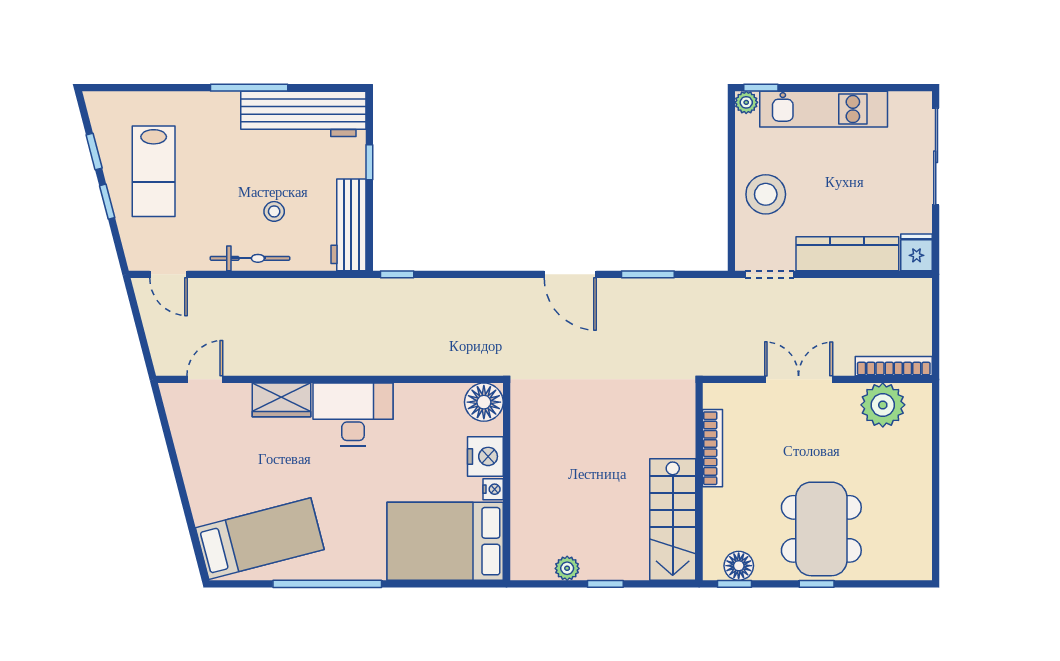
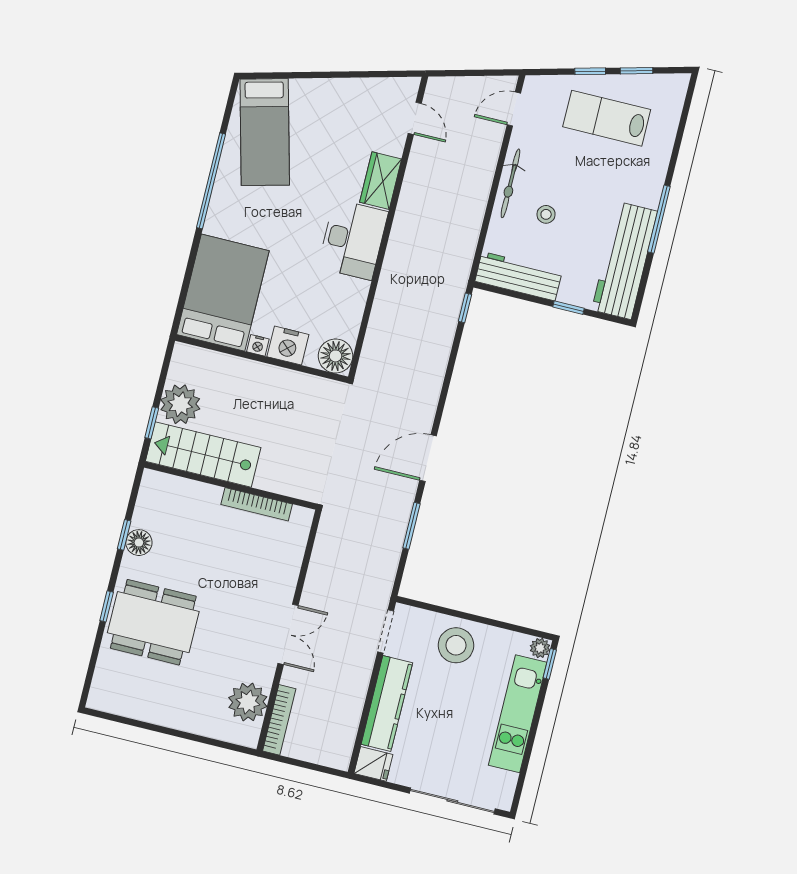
bookcase: (713, 448) -> (257, 504), moved
wall: (699, 482) -> (230, 486), moved
stairs: (673, 519) -> (203, 454), moved
plant: (567, 568) -> (180, 404), width x1.88, depth x1.88

